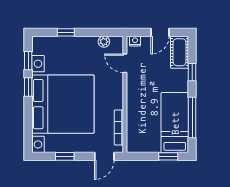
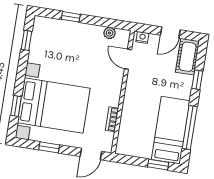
window: (28, 87) -> (16, 106), moved
bed with nightstands: (63, 104) -> (54, 105), width x0.73
bookcase: (119, 127) -> (112, 119), width x0.64

